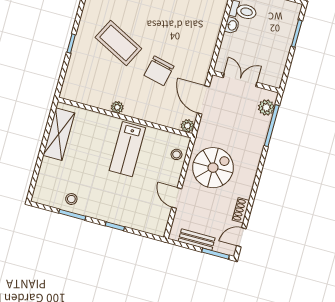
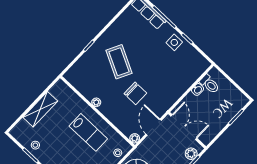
chair: (159, 71) -> (135, 93), turned -103
double door: (240, 80) -> (184, 127), width x1.37
shelving: (59, 134) -> (40, 109), moved
lab bench: (127, 149) -> (88, 132), turned -90

